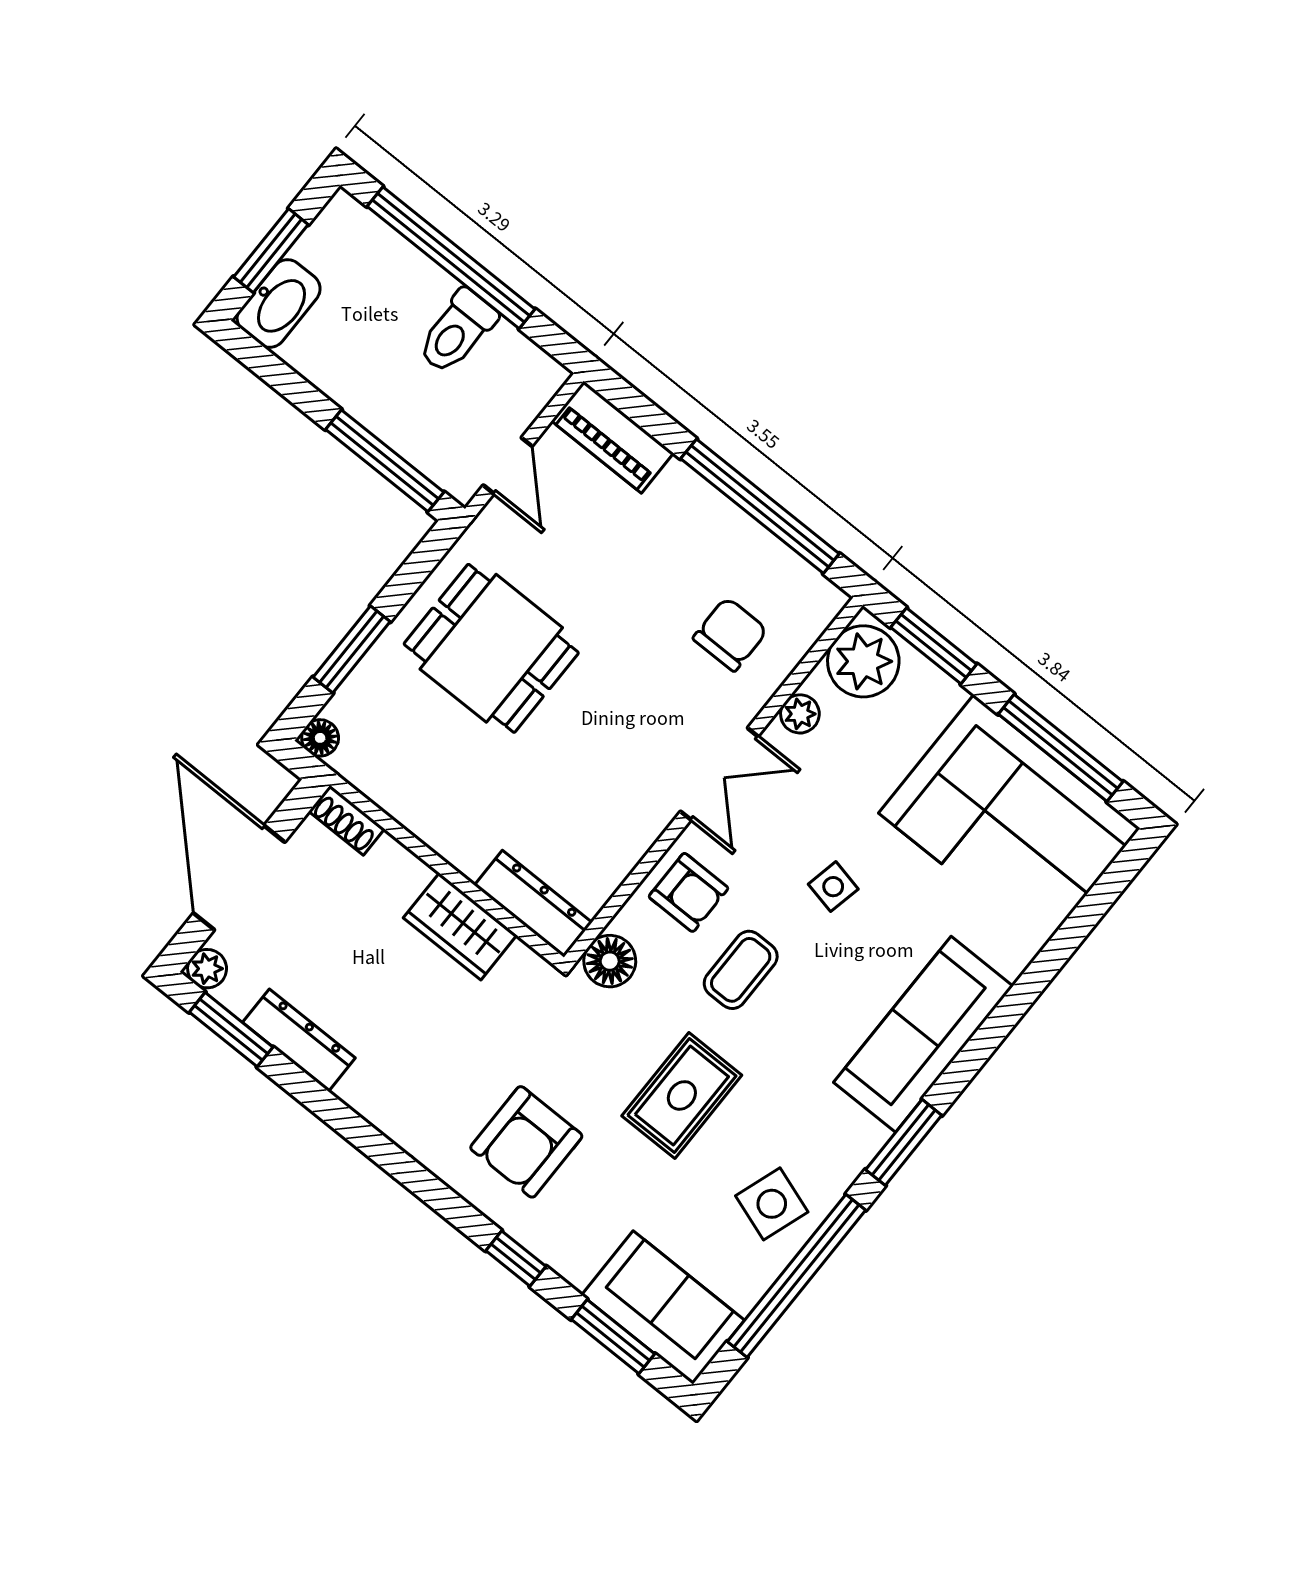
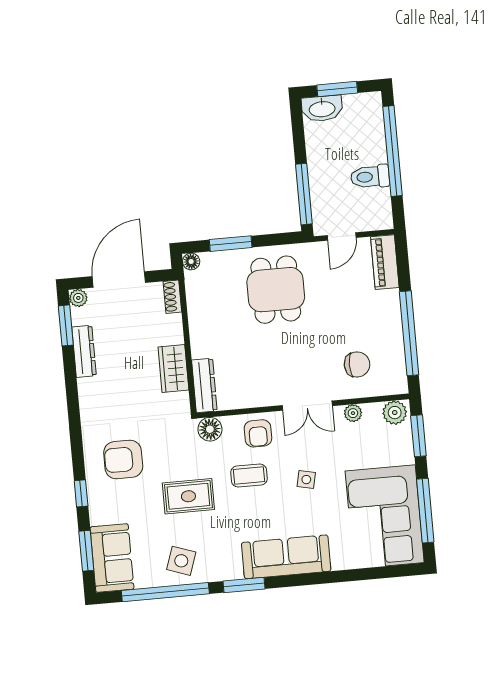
plant: (863, 661) -> (395, 413), width x0.73, depth x0.73

